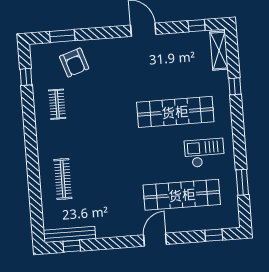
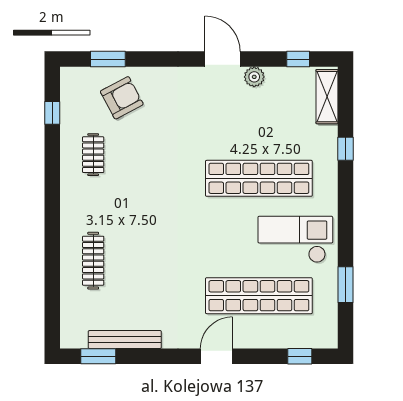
plant: (167, 41) -> (254, 77), added
armchair: (74, 63) -> (122, 98), turned -100
checkout: (204, 153) -> (295, 239), width x1.36, depth x1.21
bench: (69, 234) -> (125, 340), moved
window: (72, 246) -> (98, 356), width x1.50

